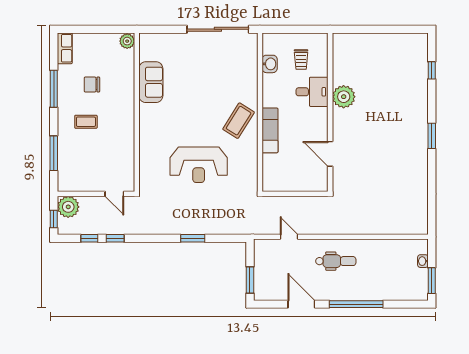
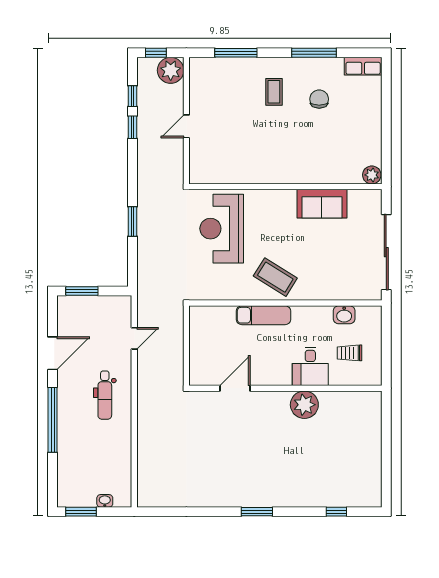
plant: (127, 41) -> (372, 175), moved
sofa: (151, 82) -> (322, 204), moved
wall: (137, 112) -> (285, 187), moved

